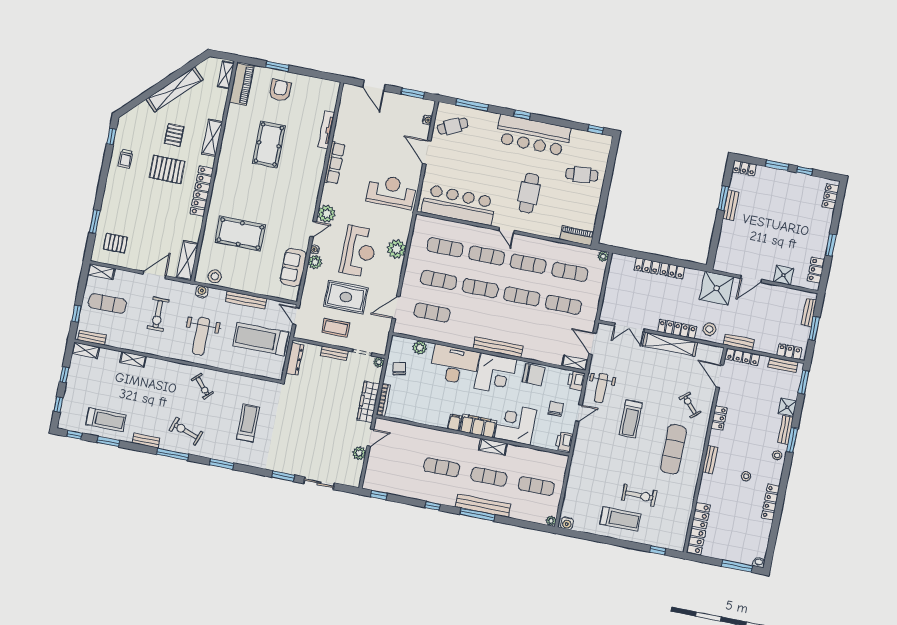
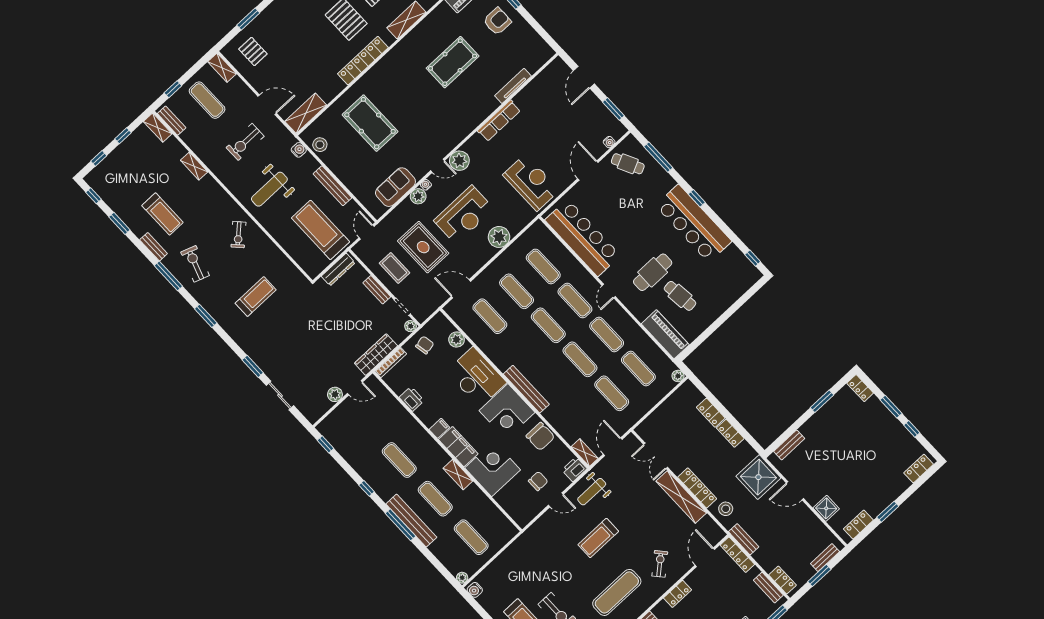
cafe table: (582, 175) -> (680, 296), moved
bench: (731, 205) -> (789, 445), moved
piano: (577, 236) -> (665, 334), width x1.37, depth x1.33
treadmill: (106, 420) -> (162, 214), moved
printer: (564, 442) -> (412, 399), moved, turned 90

